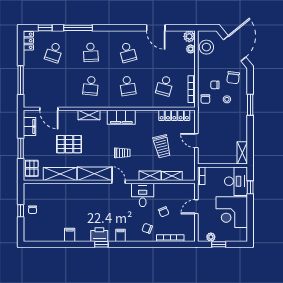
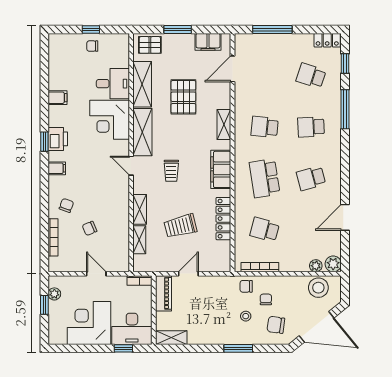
school desk: (128, 86) -> (265, 178), width x1.85
locker: (174, 115) -> (223, 219), moved
piano: (210, 158) -> (164, 293), added
door: (118, 182) -> (131, 166), swing flipped
desk: (143, 195) -> (113, 84), moved
corner desk: (86, 197) -> (110, 120), added

